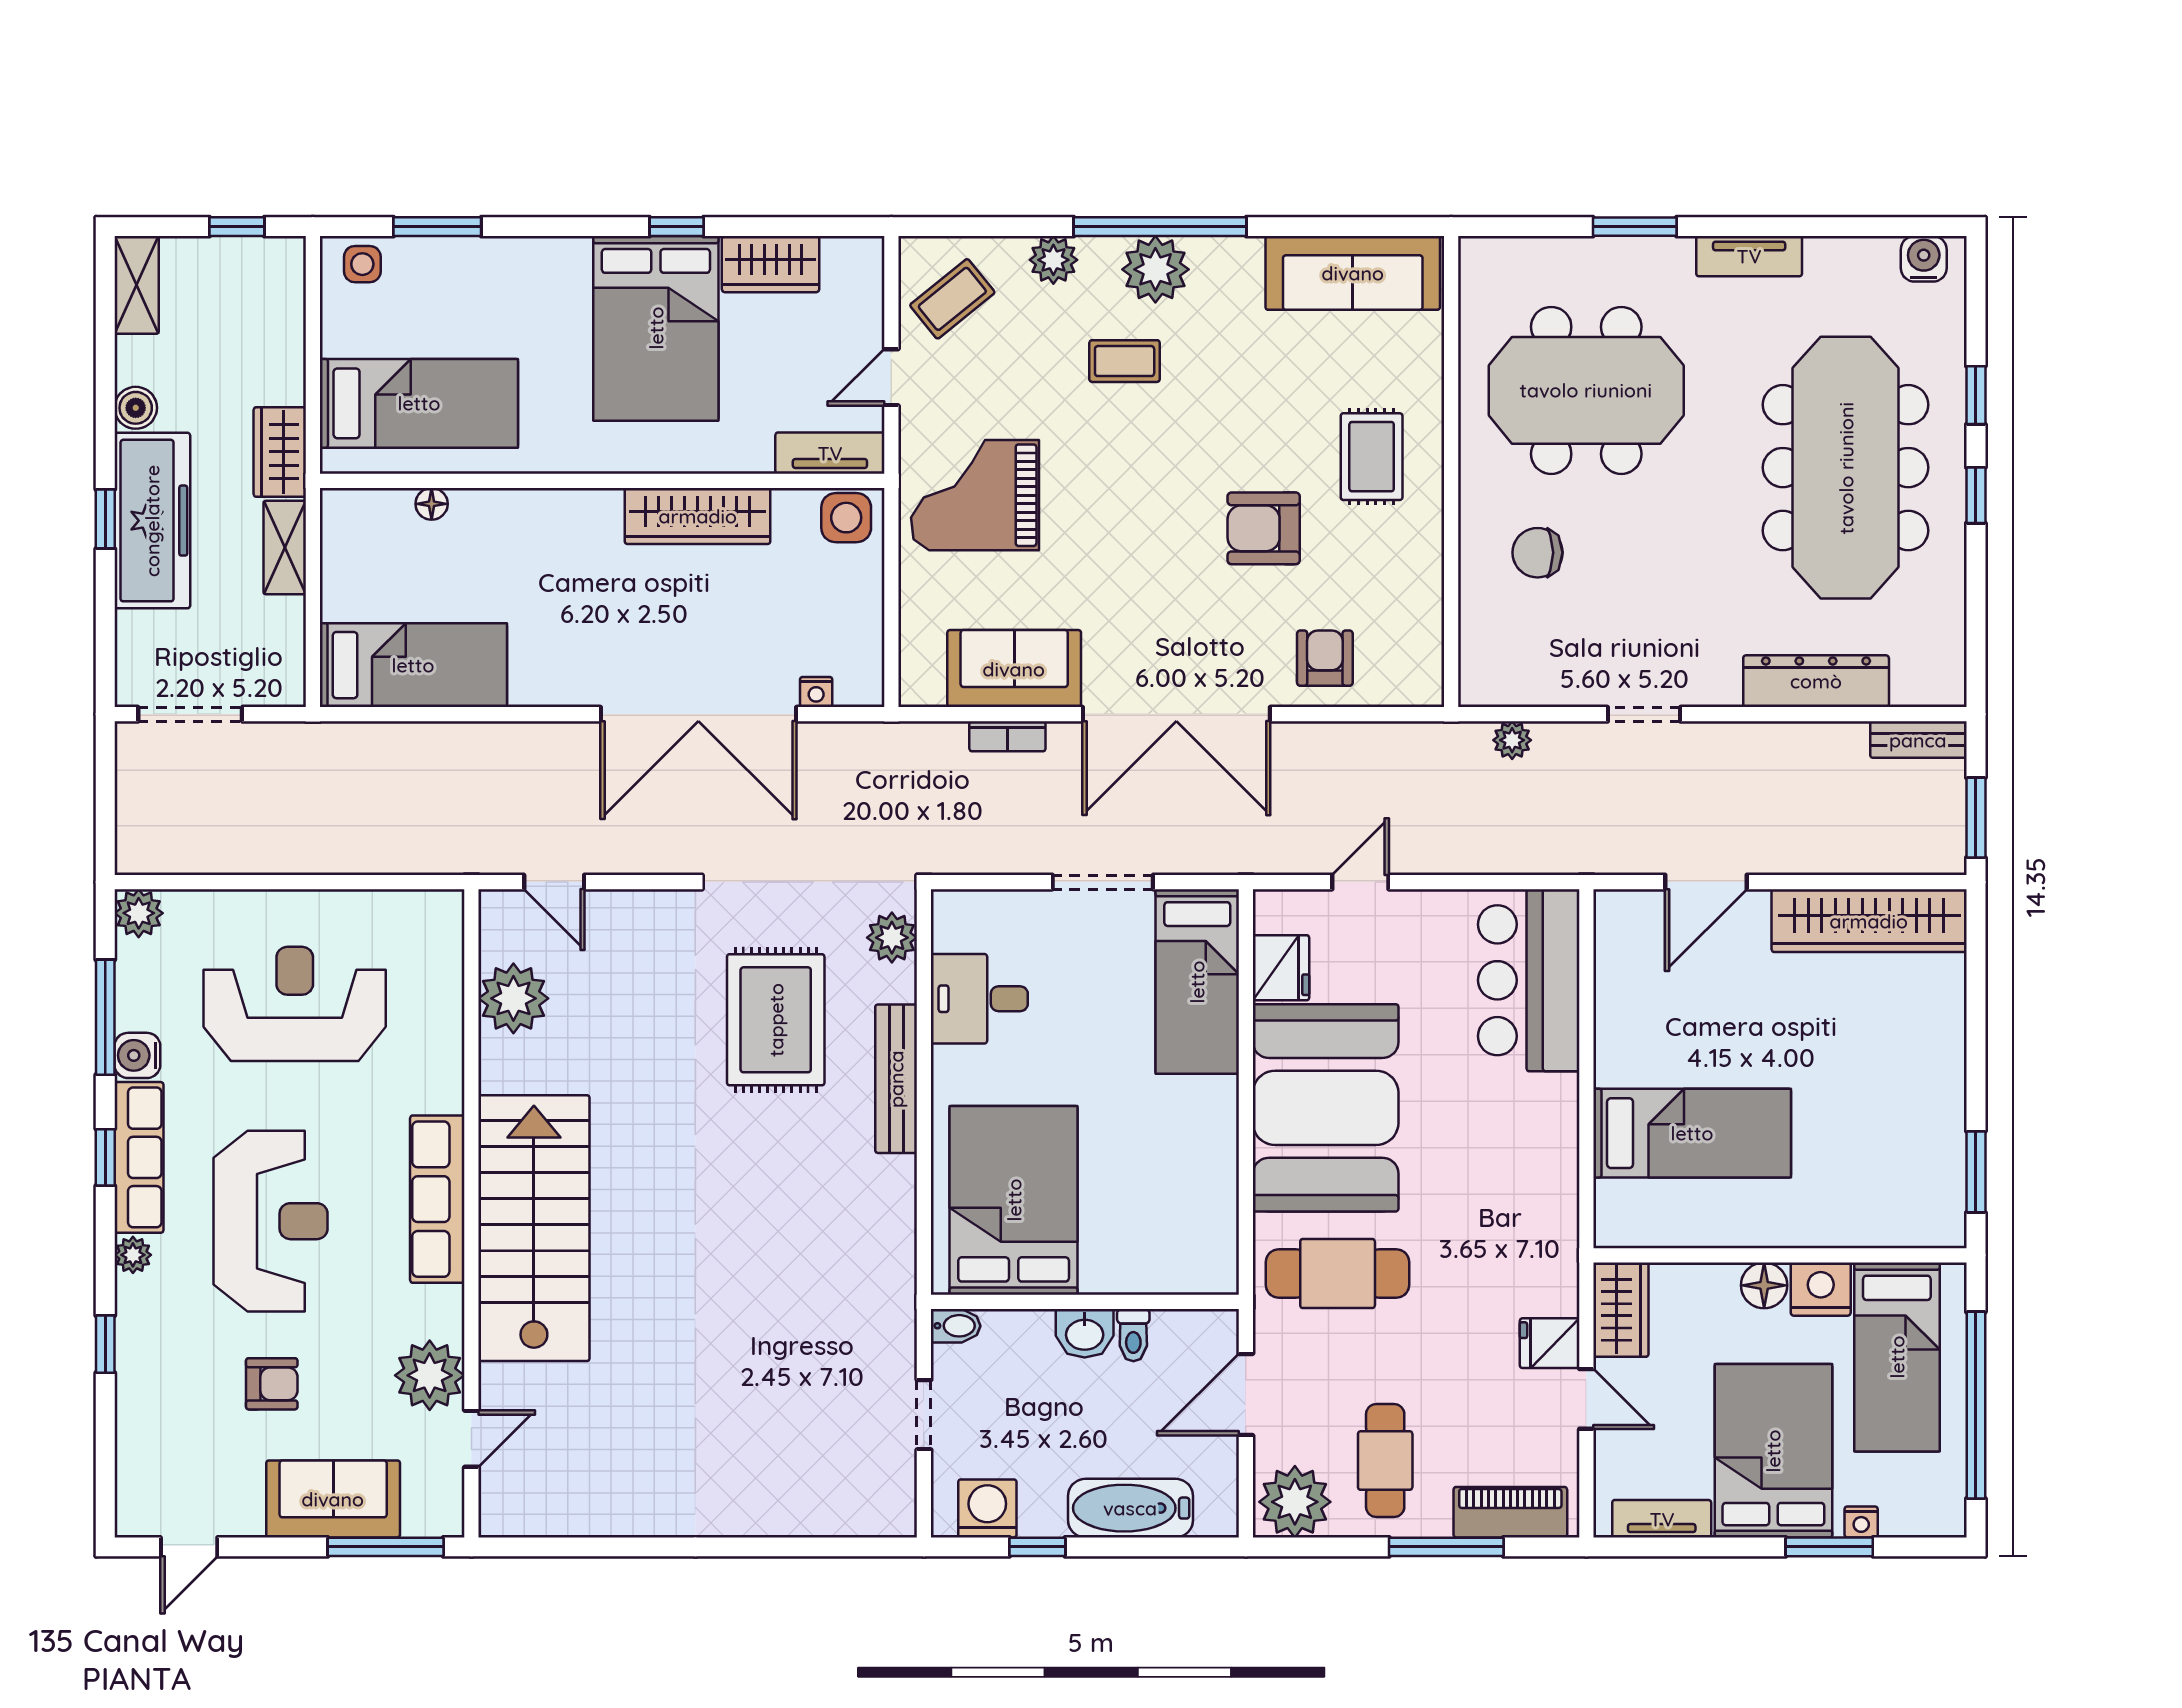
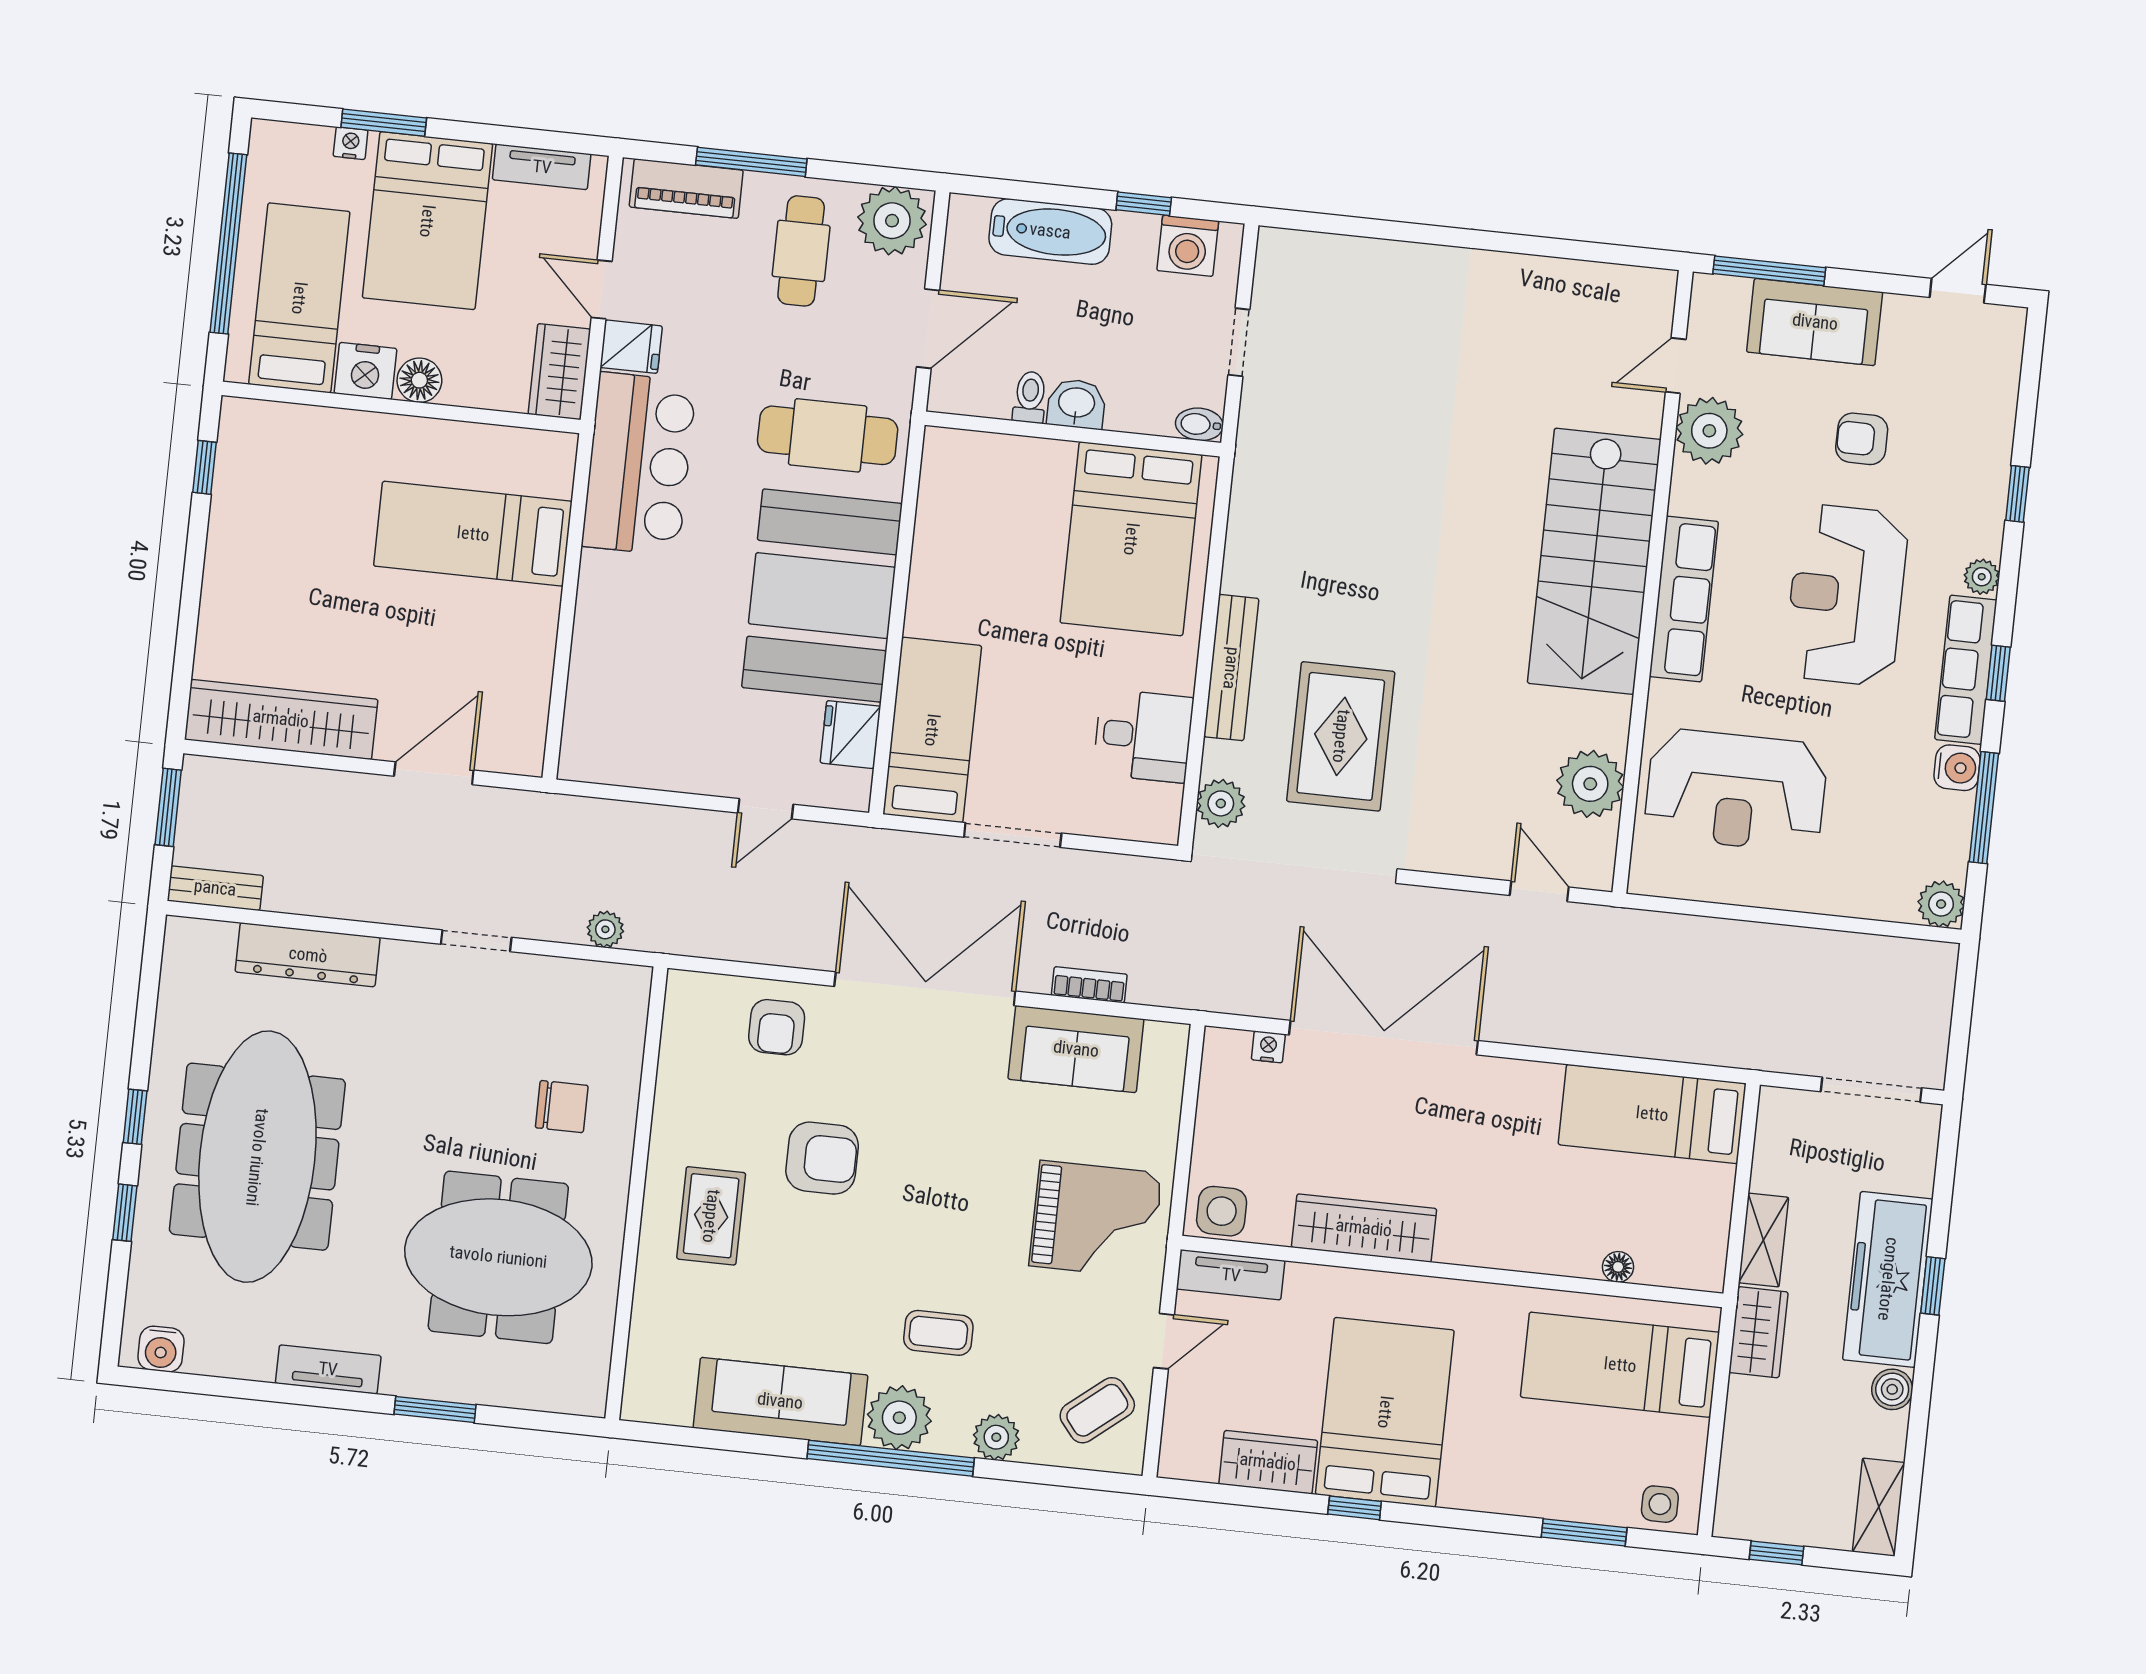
sofa: (1353, 273) -> (780, 1401), moved
bar counter: (1529, 980) -> (639, 464), moved
reception desk: (295, 1004) -> (1736, 790), moved
window: (1976, 1172) -> (204, 467), width x0.67

